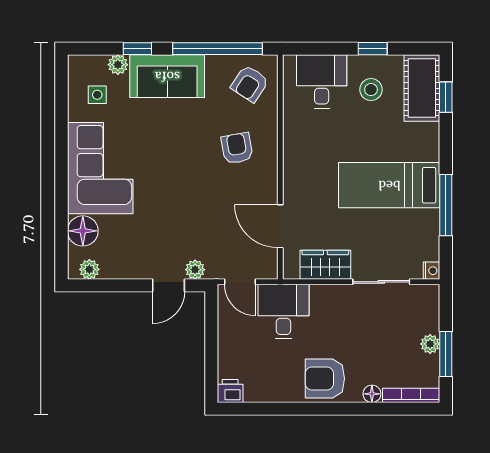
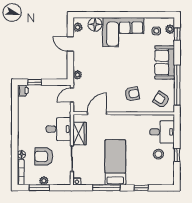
window: (137, 49) -> (177, 34), moved
plant: (118, 65) -> (170, 29), moved
cot: (422, 88) -> (159, 177), removed
window: (446, 97) -> (141, 188), moved
door: (168, 285) -> (70, 44), moved
desk: (283, 312) -> (59, 129), moved
window: (211, 365) -> (35, 82), added
armchair: (325, 379) -> (44, 156), moved, turned -90

